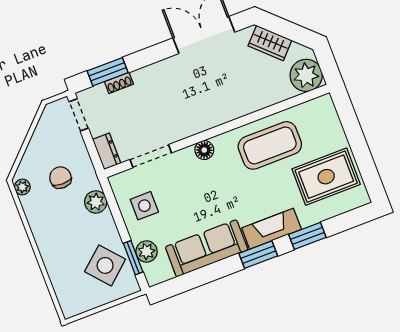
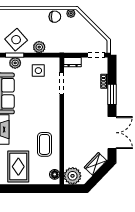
window: (108, 72) -> (112, 94), moved
coffee table: (270, 145) -> (45, 144), width x0.73, depth x0.76
floor lamp: (204, 150) -> (55, 174), moved
chair: (60, 178) -> (55, 17), moved
plant: (96, 202) -> (39, 47), moved

